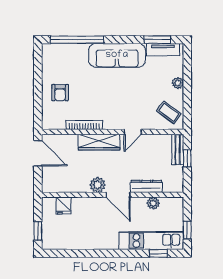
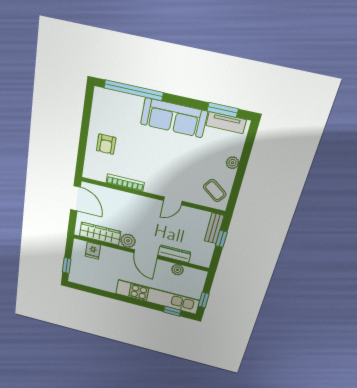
wardrobe: (99, 142) -> (100, 234), moved, turned 180
kitchen unit: (151, 241) -> (157, 297), width x1.36

